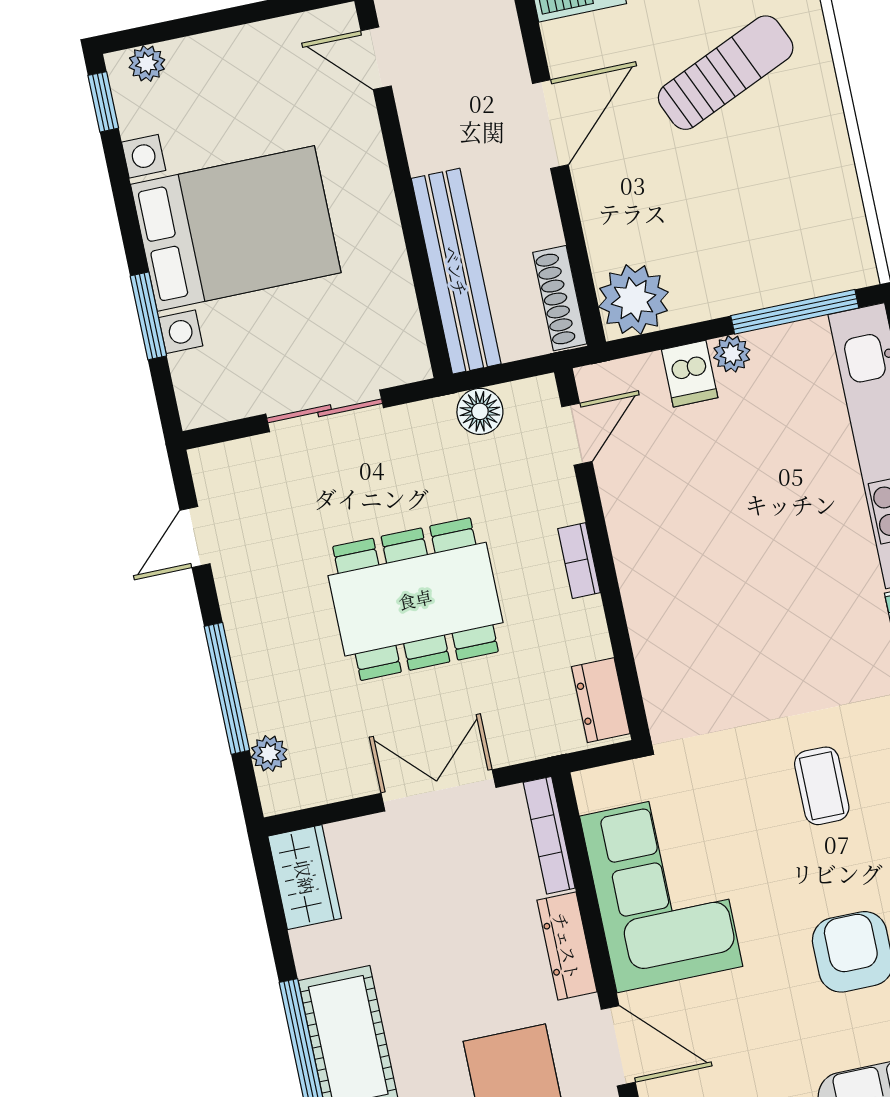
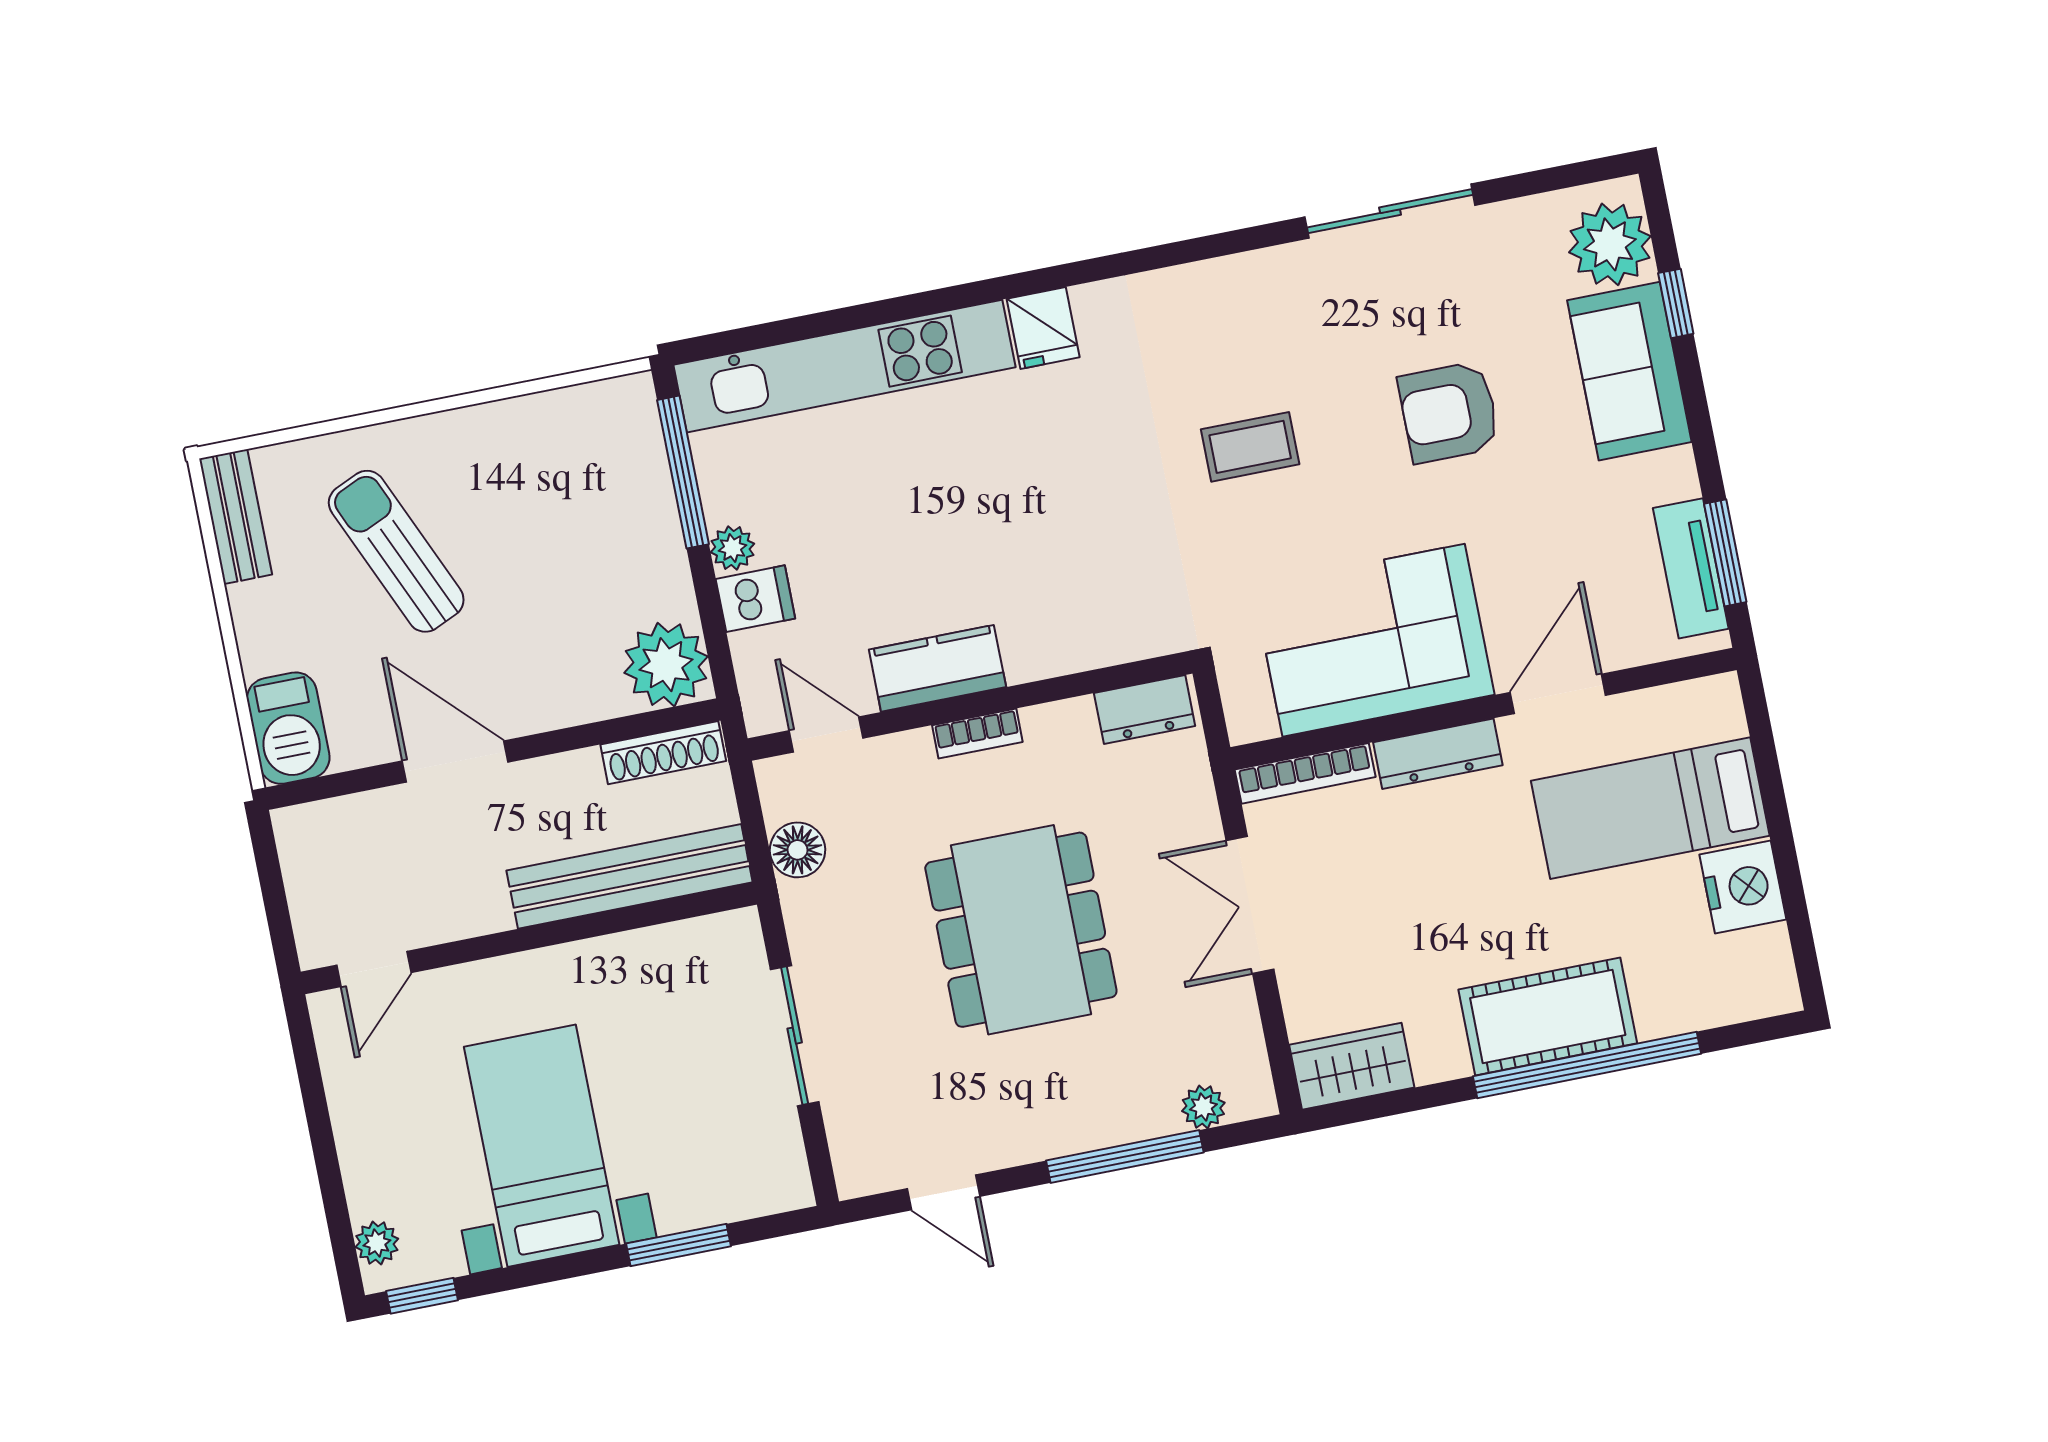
bed with nightstands: (236, 228) -> (542, 1146), width x0.73
kitchen counter: (633, 527) -> (937, 668), added

